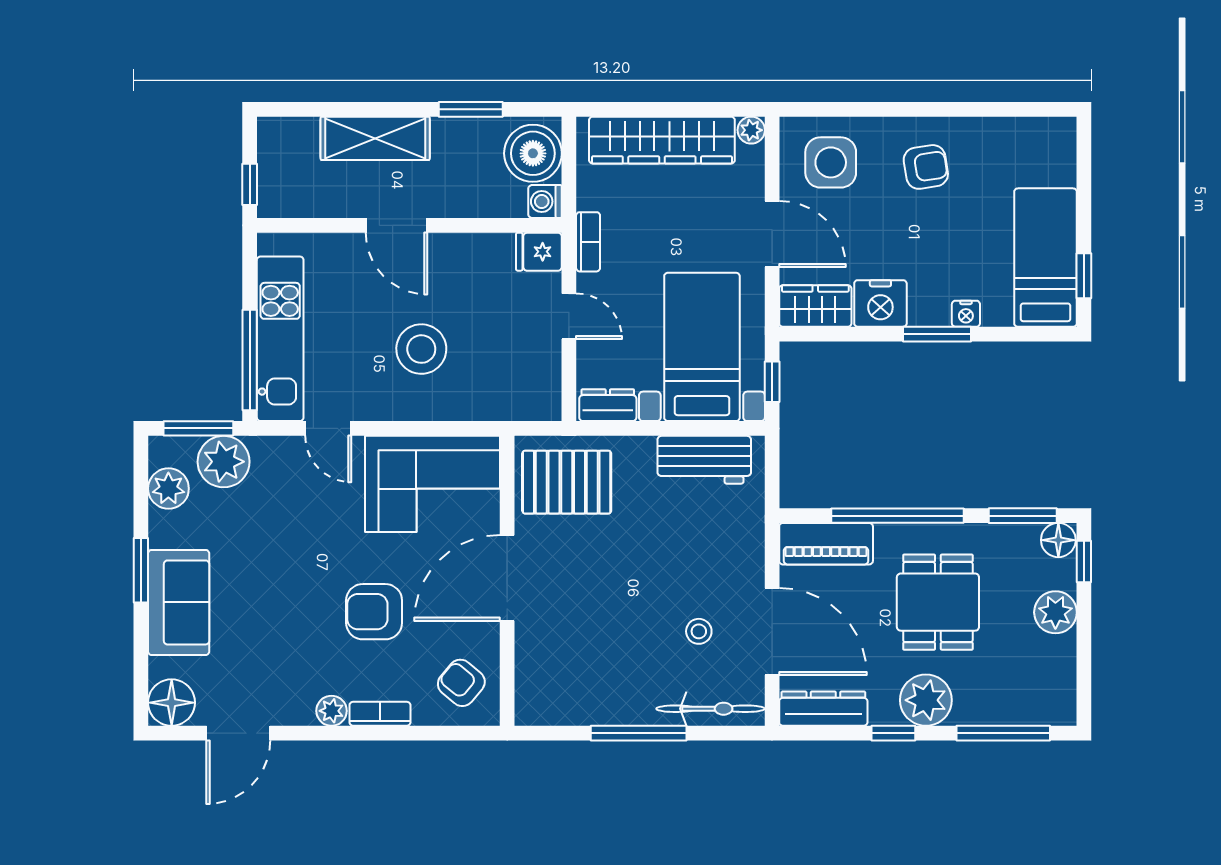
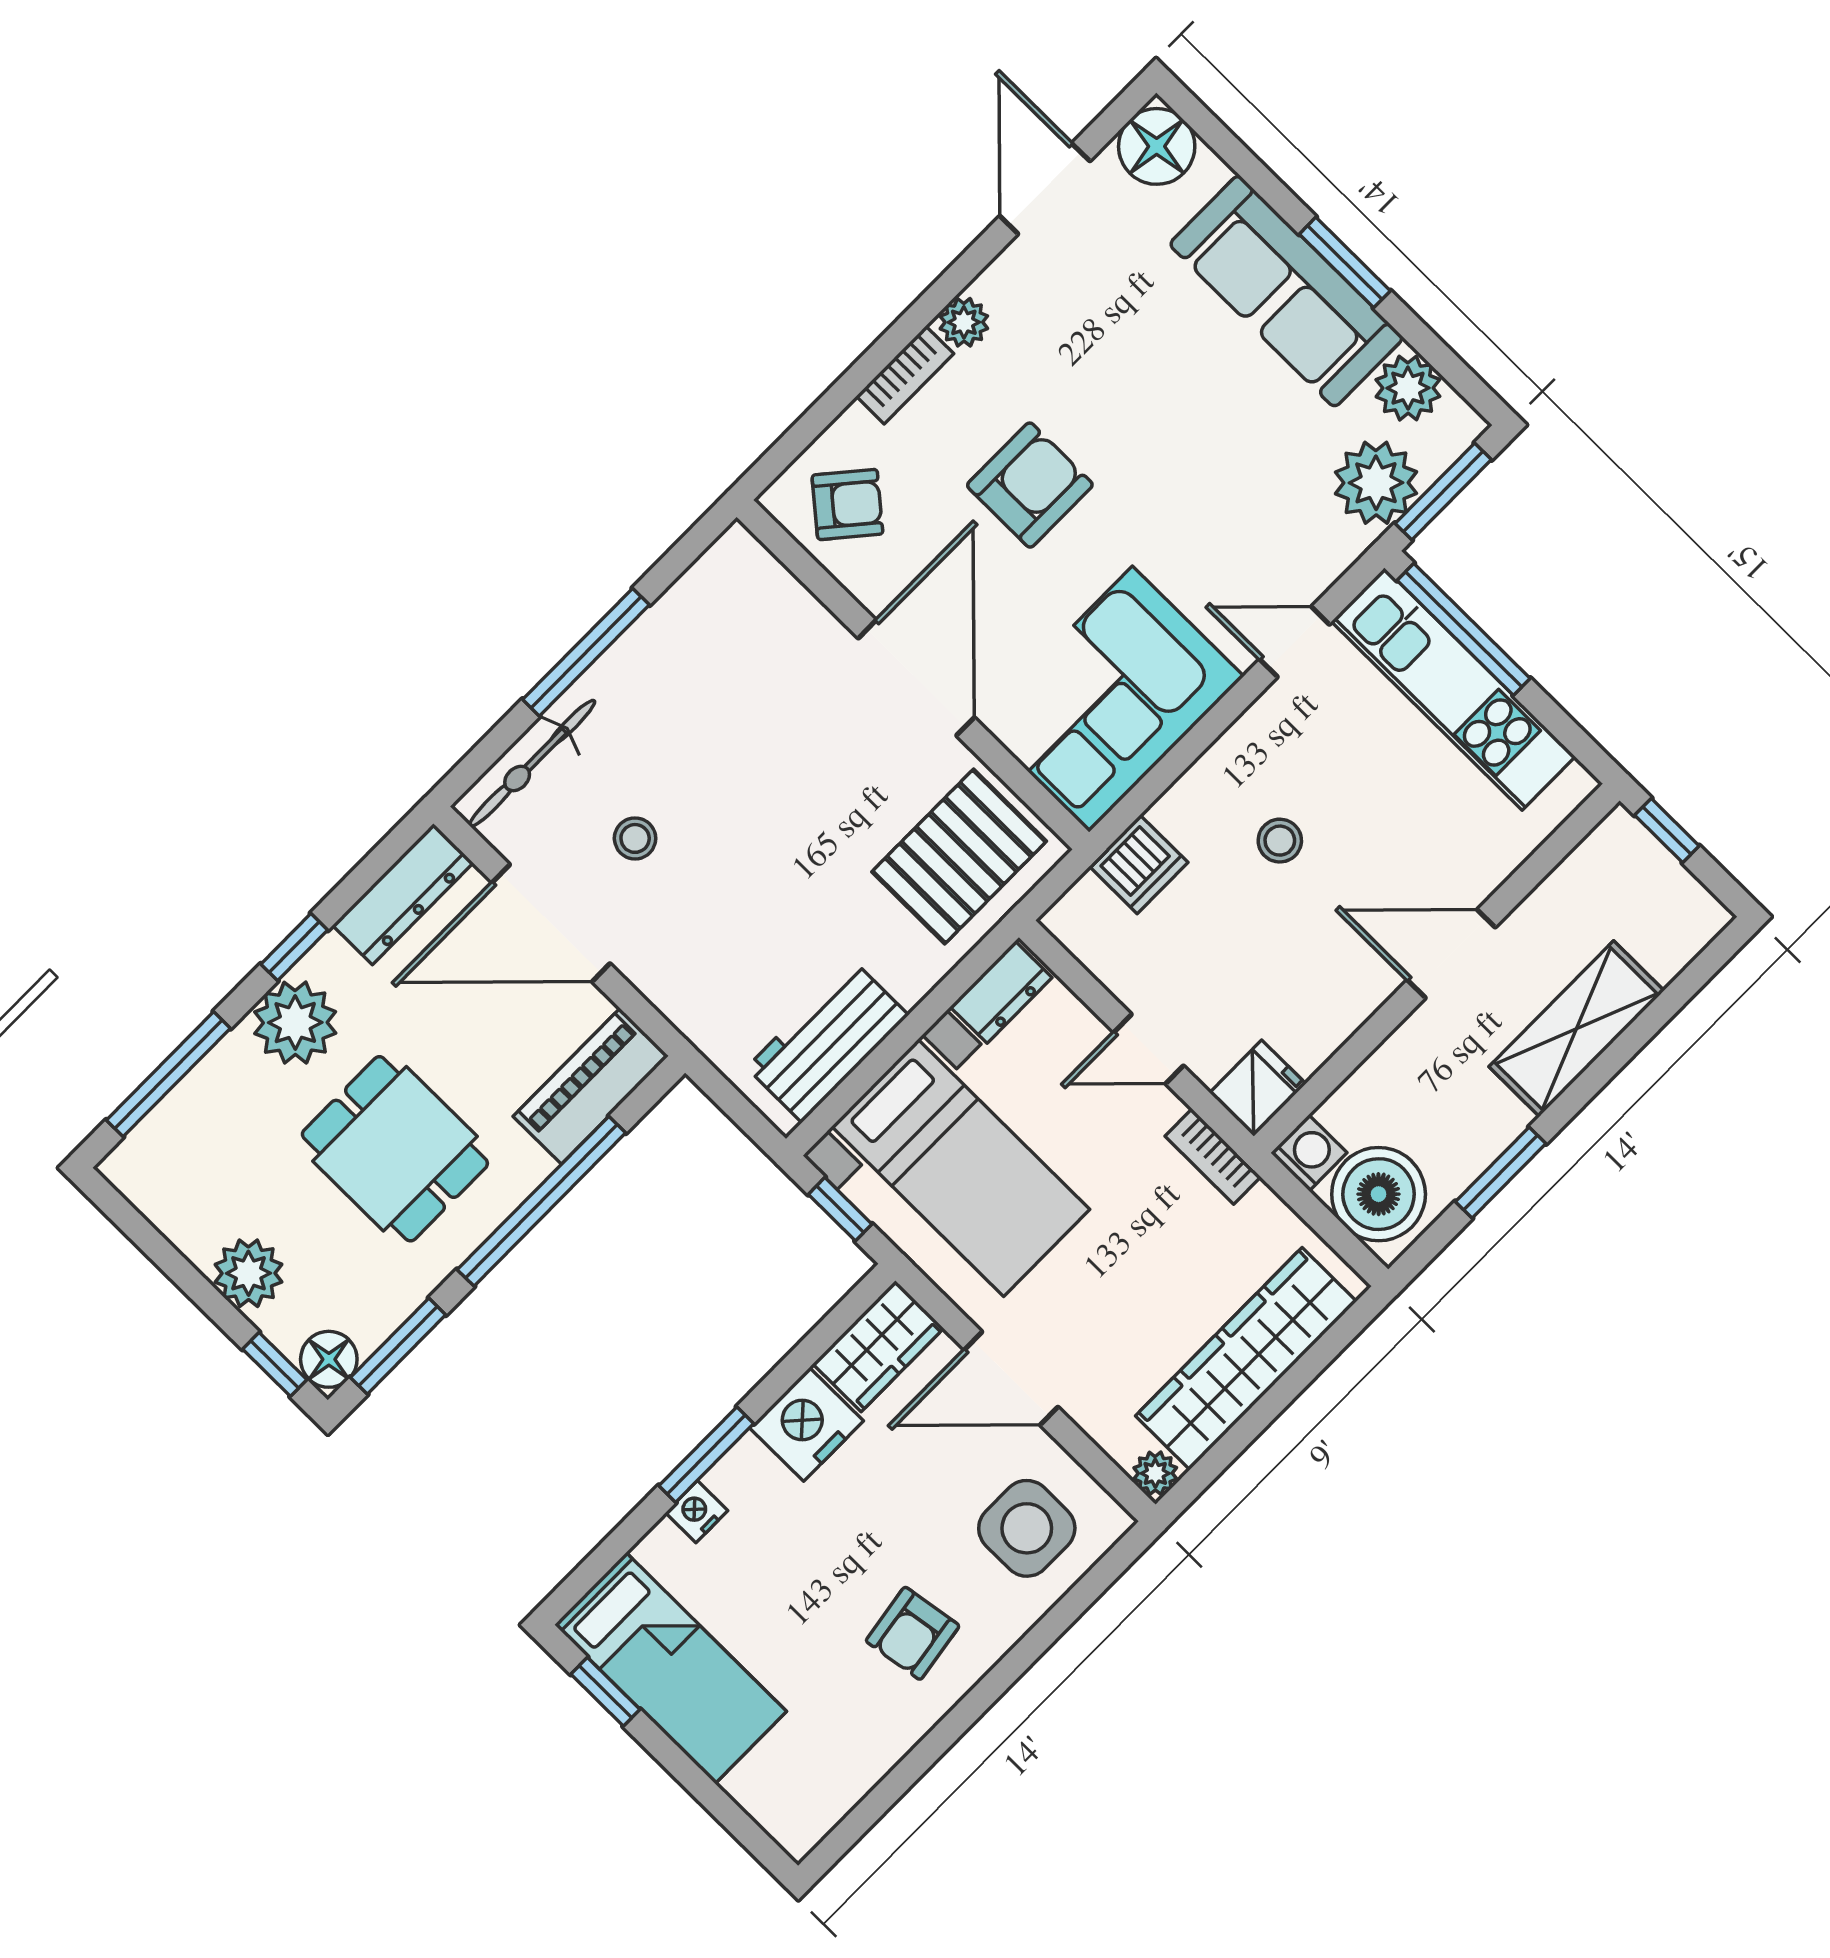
stool: (421, 349) -> (1280, 841), width x0.53, depth x0.53
dishwasher: (493, 400) -> (1139, 864), added
sofa: (179, 602) -> (1286, 291), width x1.36

